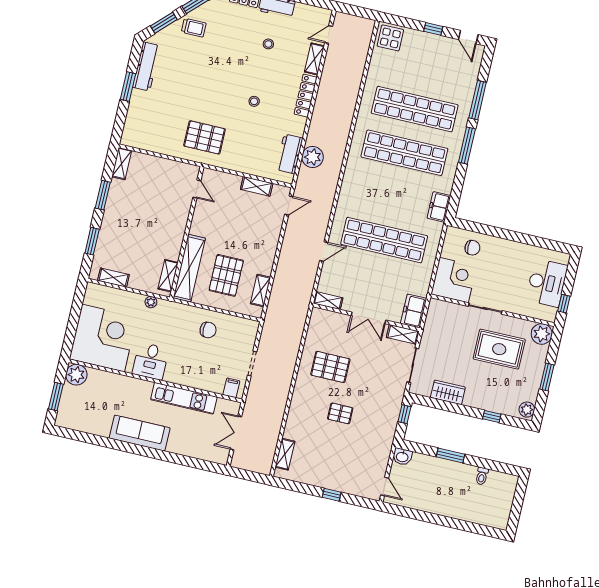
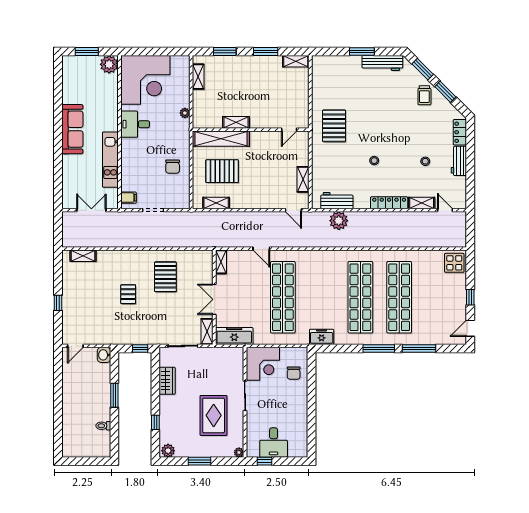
shelving: (168, 276) -> (236, 122), moved
desk: (547, 283) -> (274, 443), width x0.73
freezer: (414, 311) -> (234, 336), width x1.40
plant: (542, 334) -> (239, 452), width x0.53, depth x0.53

